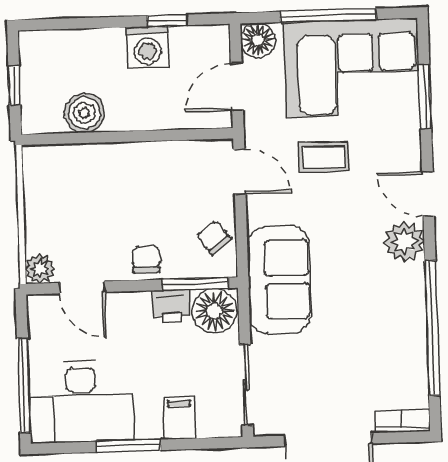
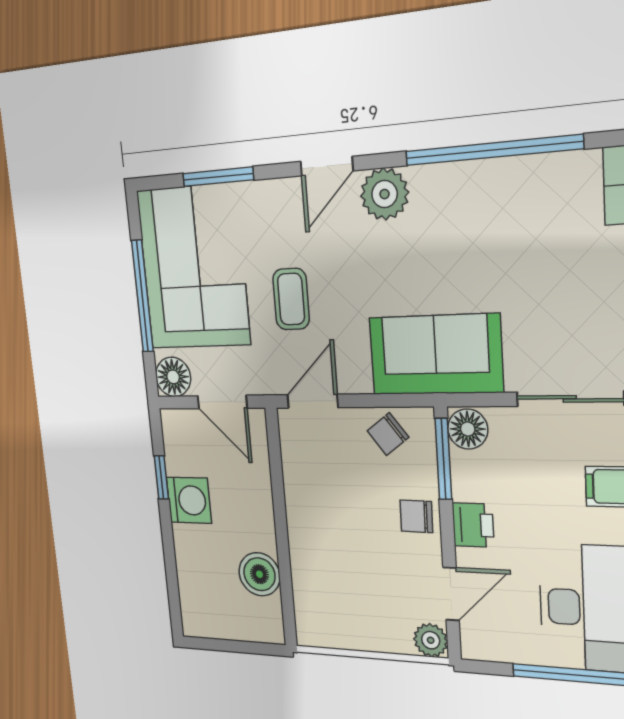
window: (14, 86) -> (237, 646), removed
printer: (171, 306) -> (473, 525), moved
floor lamp: (214, 311) -> (468, 429), width x0.73, depth x0.73

